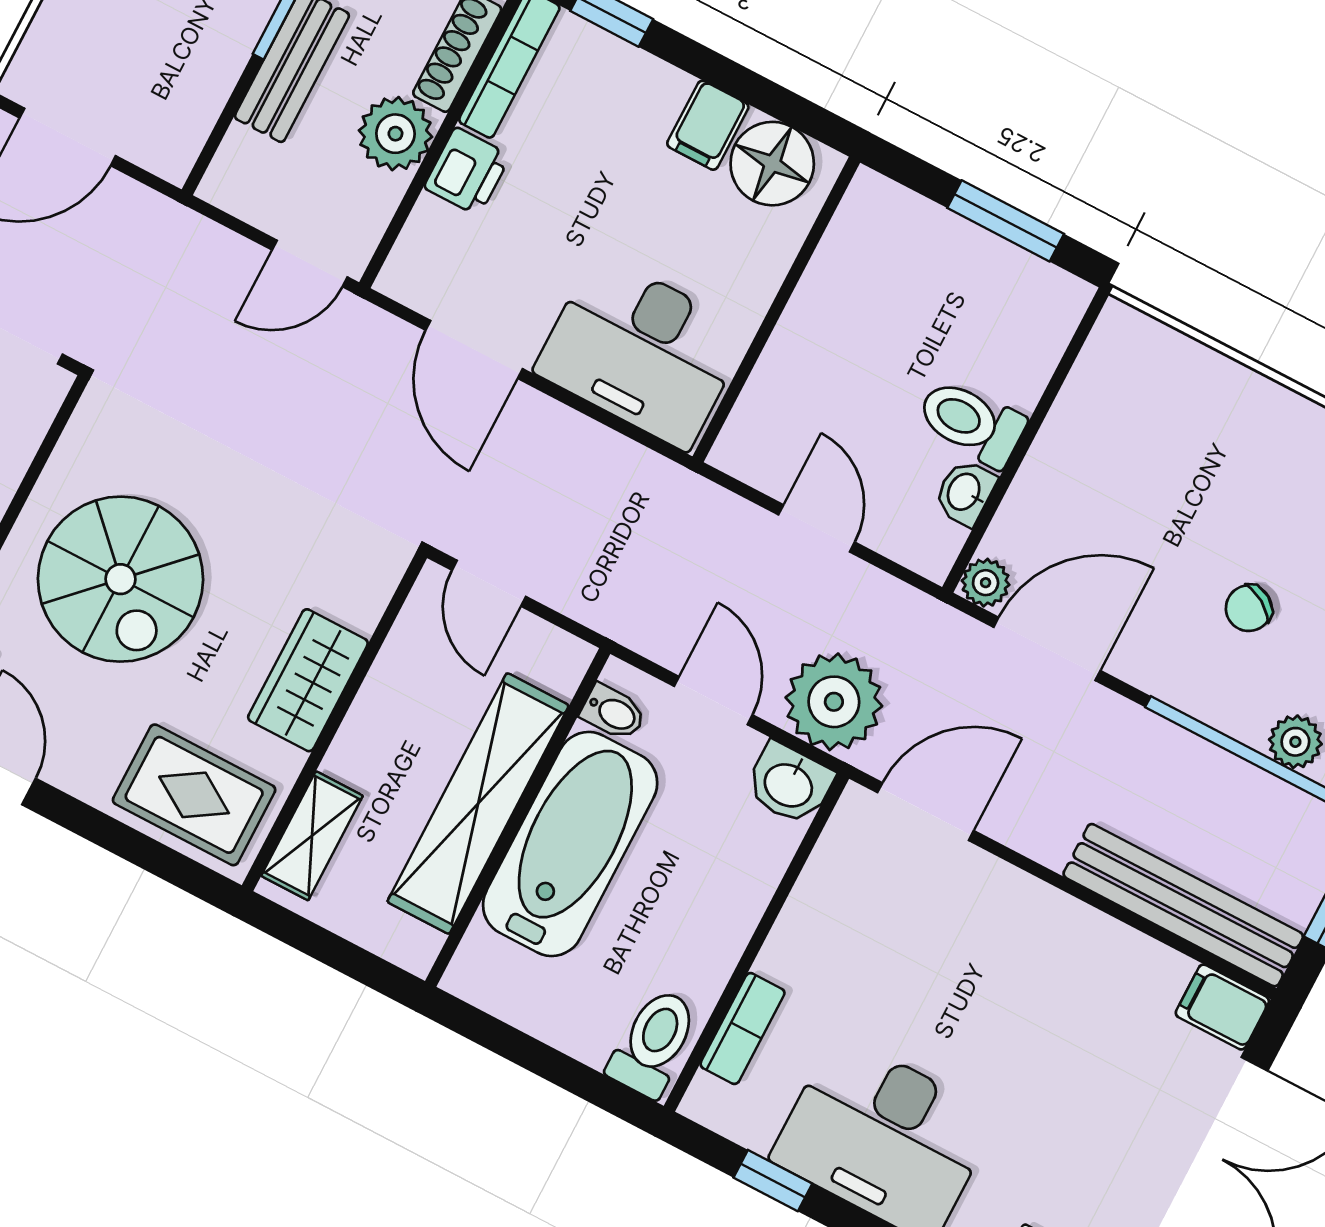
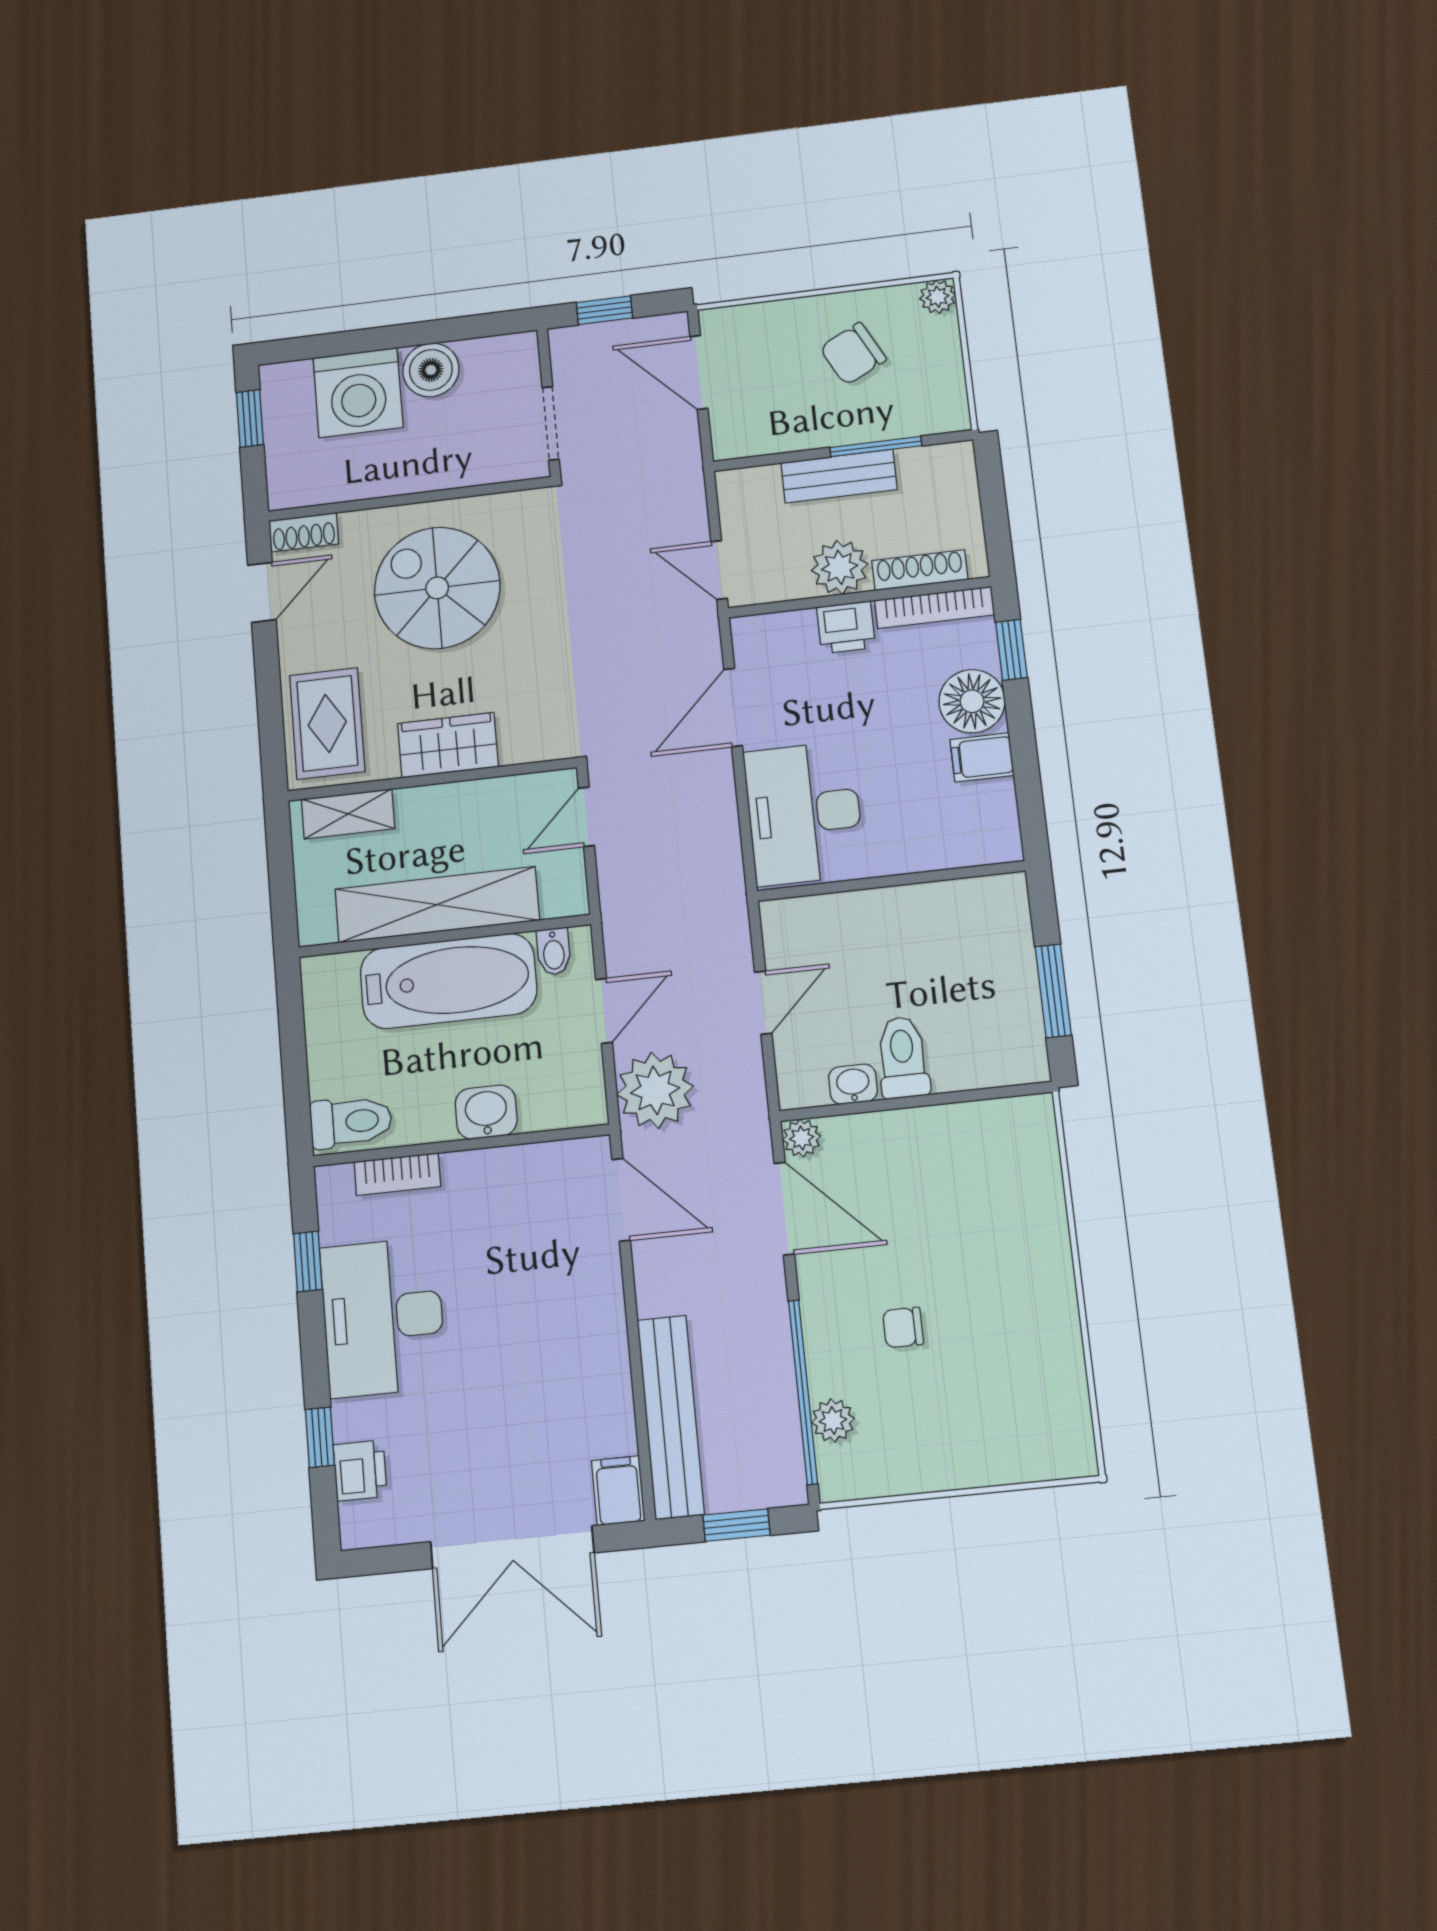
floor lamp: (772, 164) -> (972, 701), moved
spiral stairs: (121, 579) -> (437, 588), turned 90
chair: (1249, 608) -> (903, 1327), turned -32
washbasin: (789, 784) -> (486, 1112), moved, turned 90

